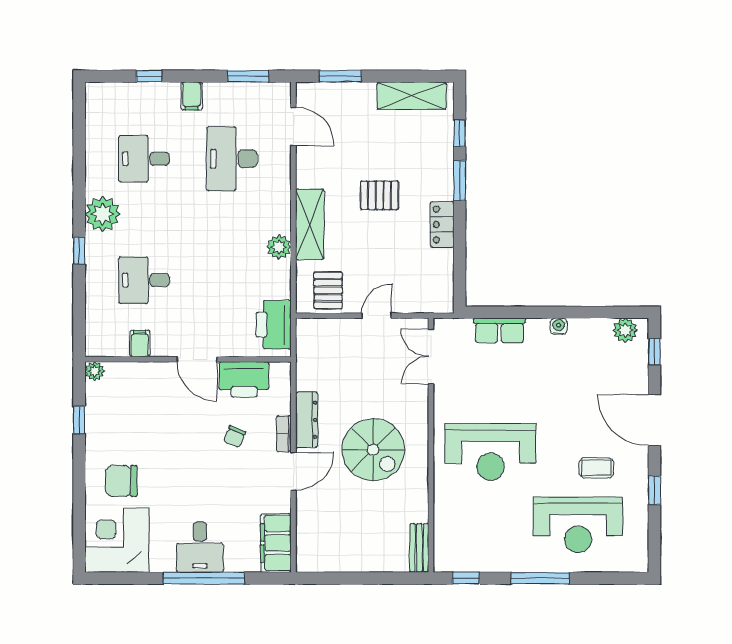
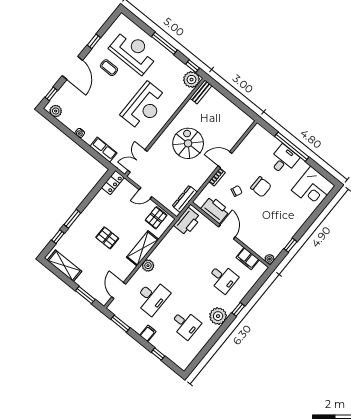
locker: (442, 224) -> (113, 183), moved
plant: (279, 247) -> (148, 266), moved
filing cabinet: (140, 344) -> (248, 259), width x2.00
double door: (431, 357) -> (137, 161), swing flipped
dresser: (307, 420) -> (185, 199), moved
reception desk: (490, 452) -> (144, 106), turned 90
chair: (121, 481) -> (261, 187), moved
filing cabinet: (276, 543) -> (254, 138), removed
plant: (450, 556) -> (191, 80), added

